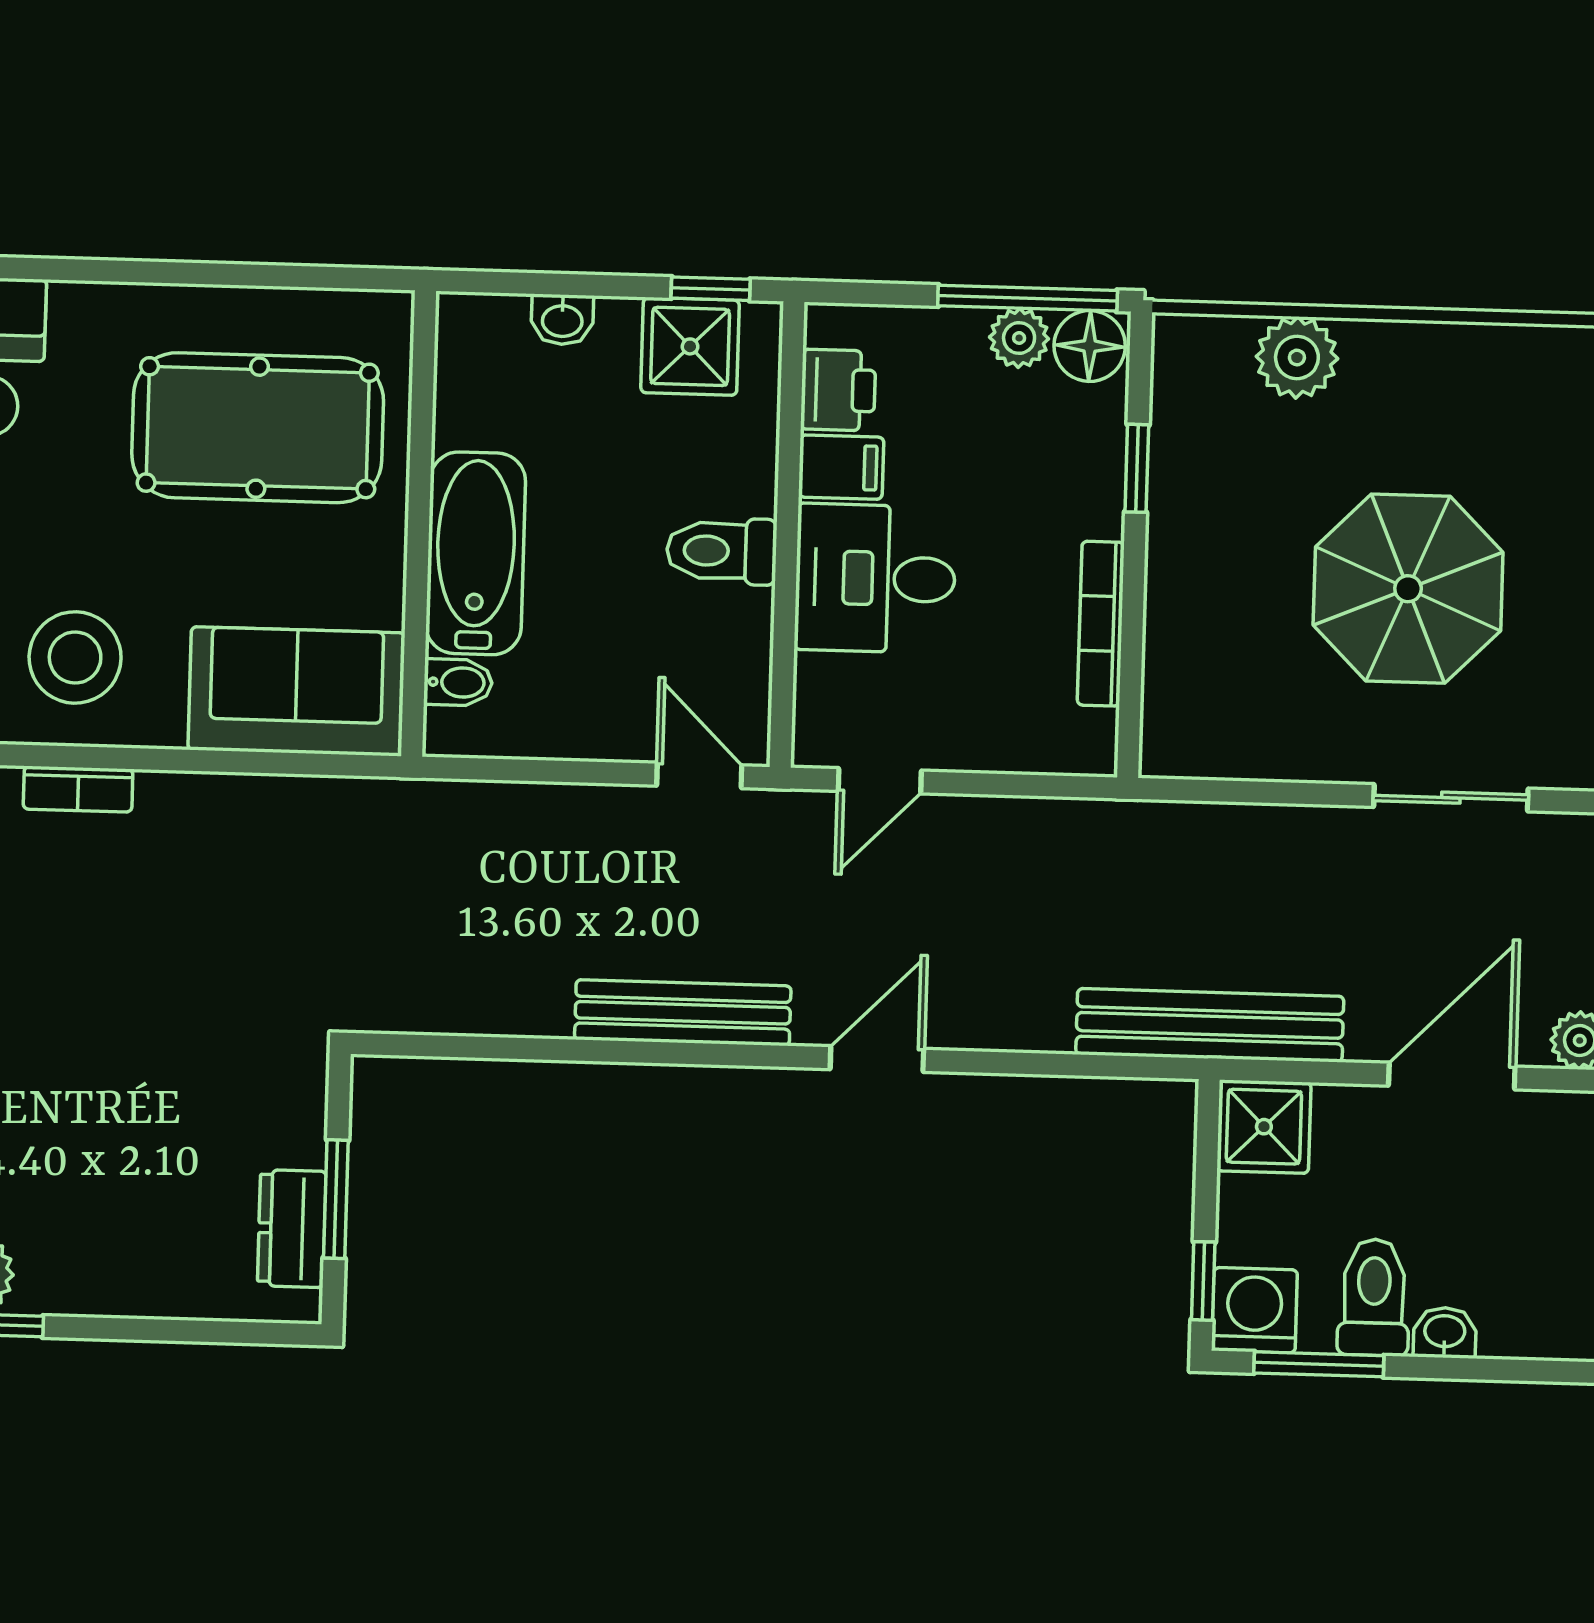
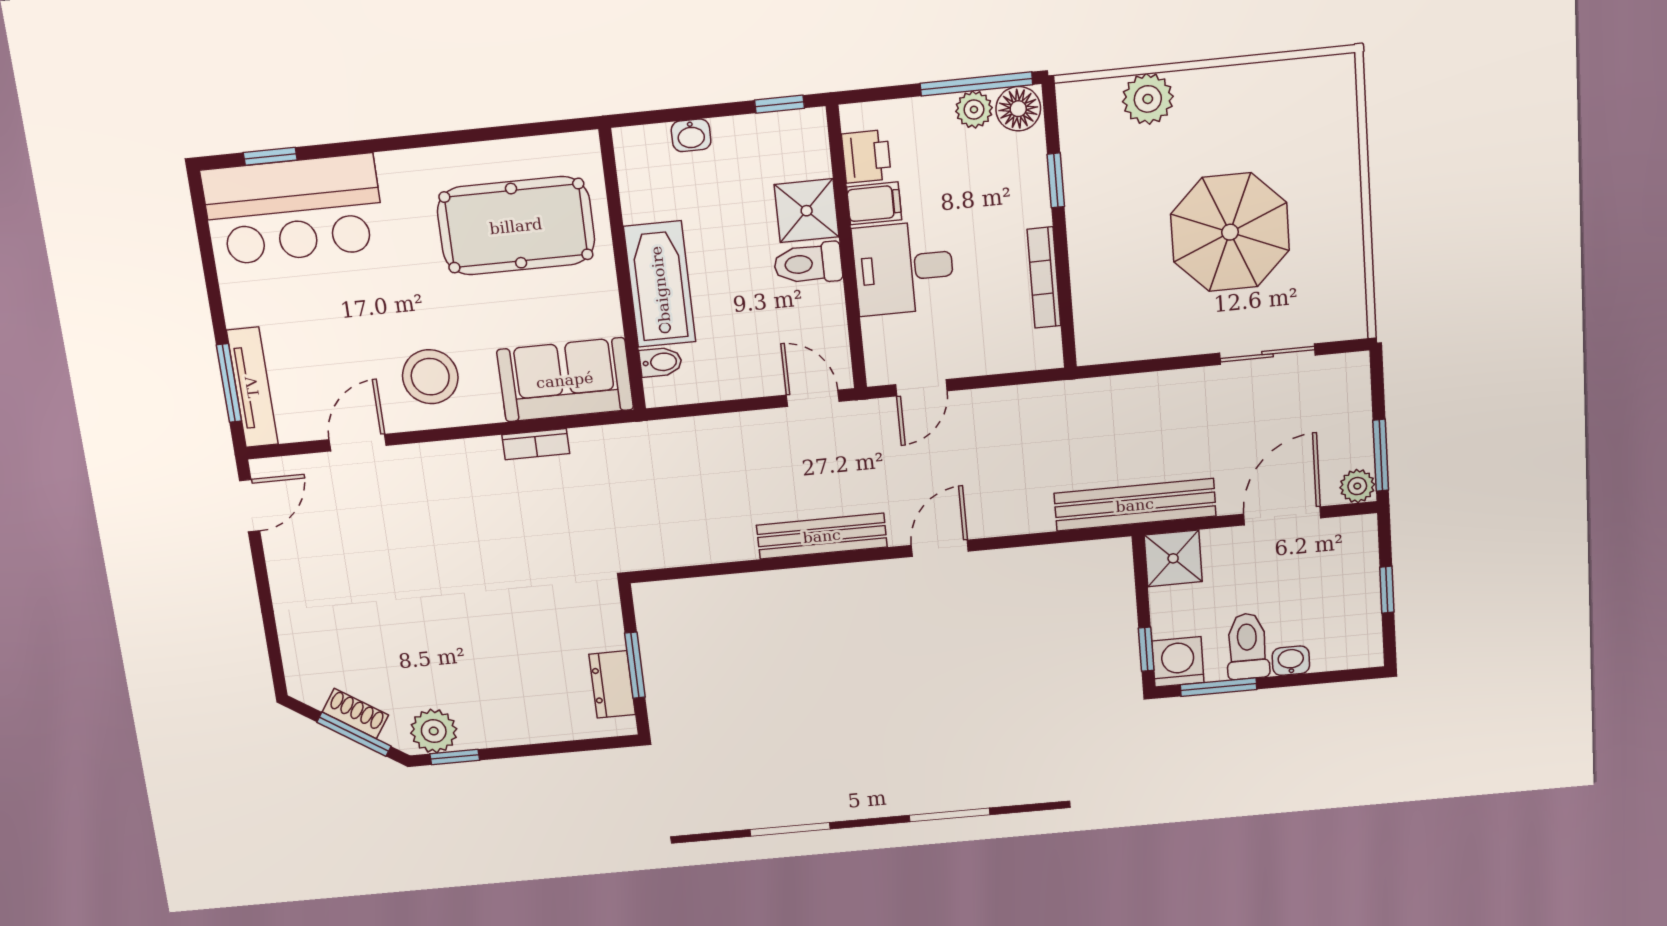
shower: (690, 346) -> (807, 211), moved
bookcase: (78, 789) -> (536, 444), moved

